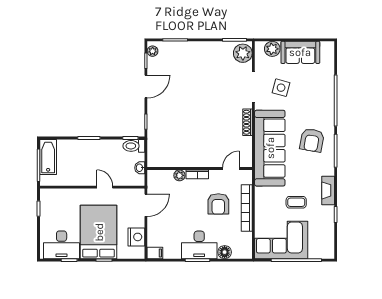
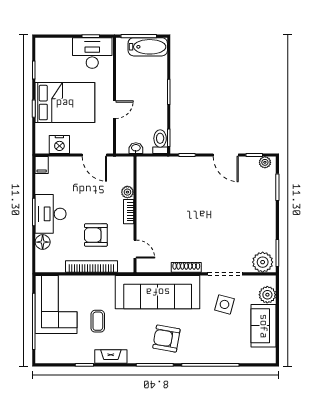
desk: (62, 245) -> (92, 53), moved, turned 90

